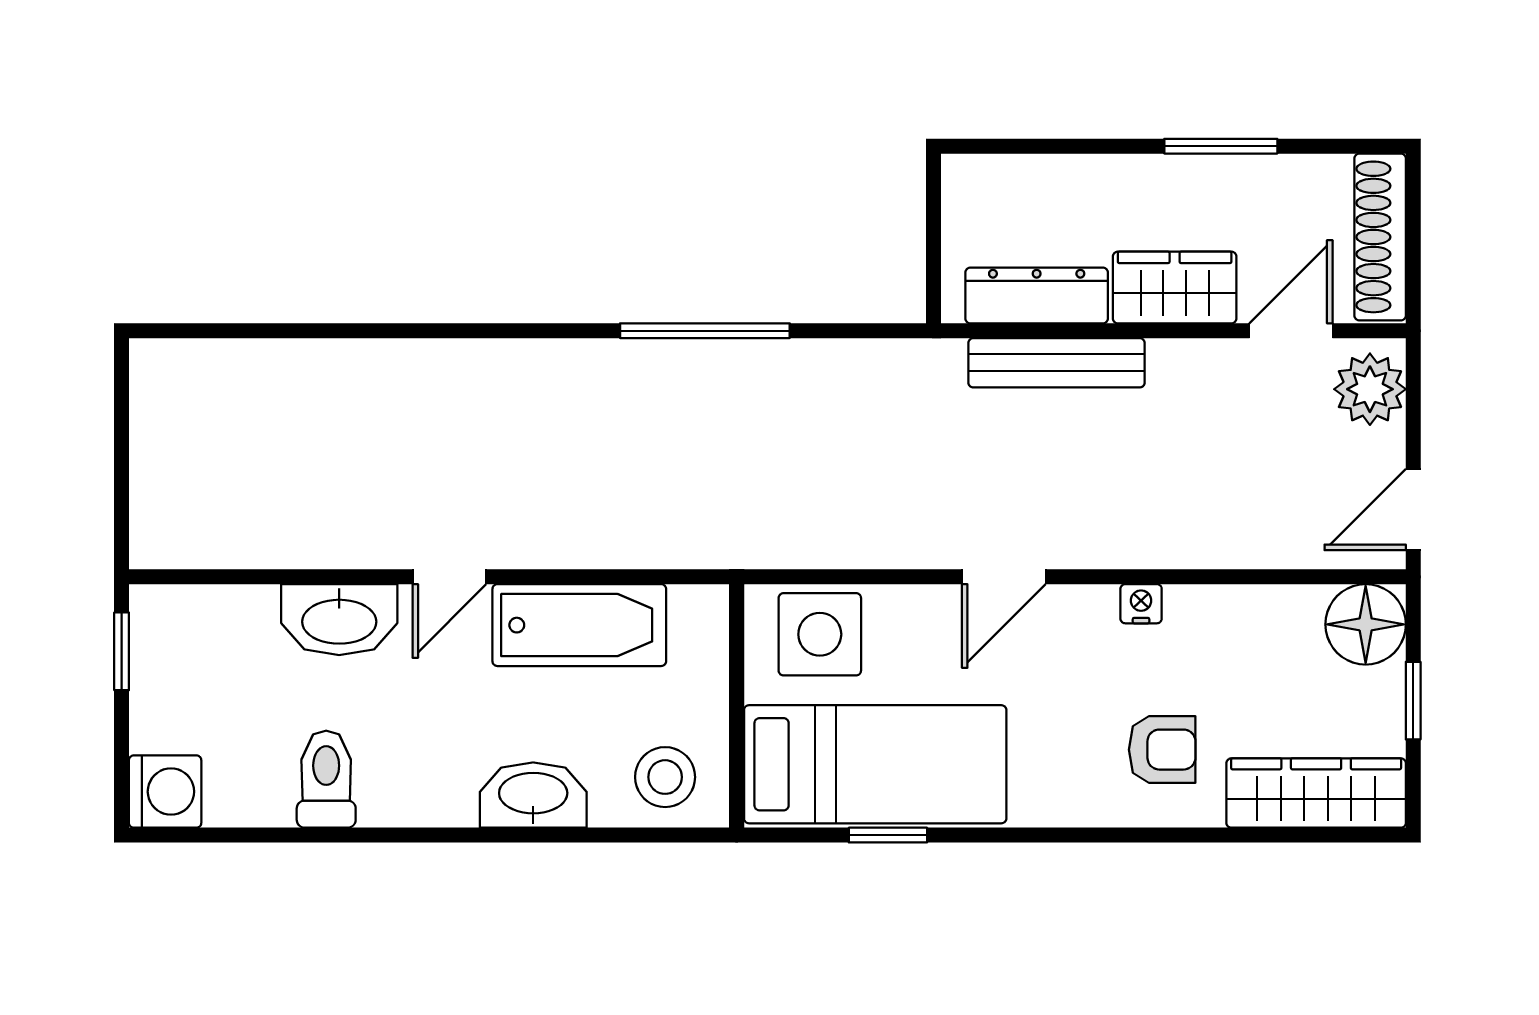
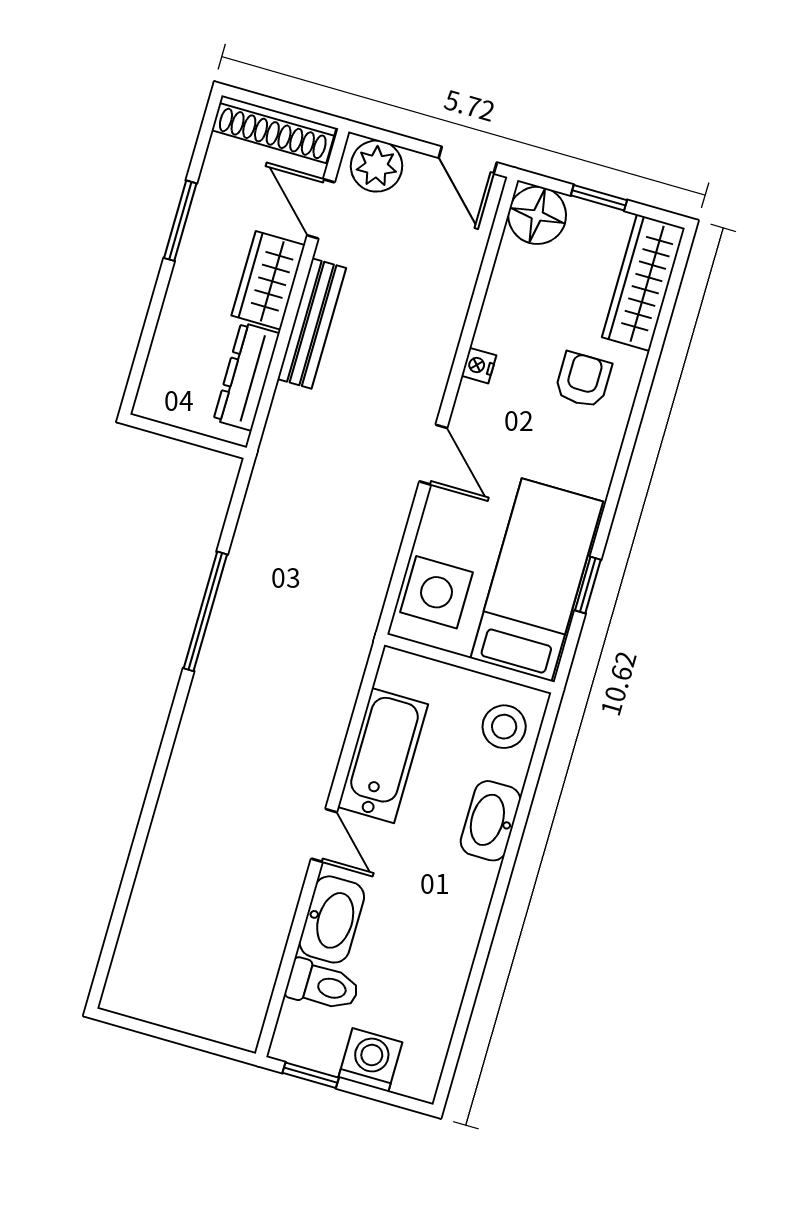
bench: (1057, 363) -> (312, 323), moved
toilet: (326, 779) -> (323, 986), moved, turned 180
washing machine: (165, 792) -> (370, 1060), moved

